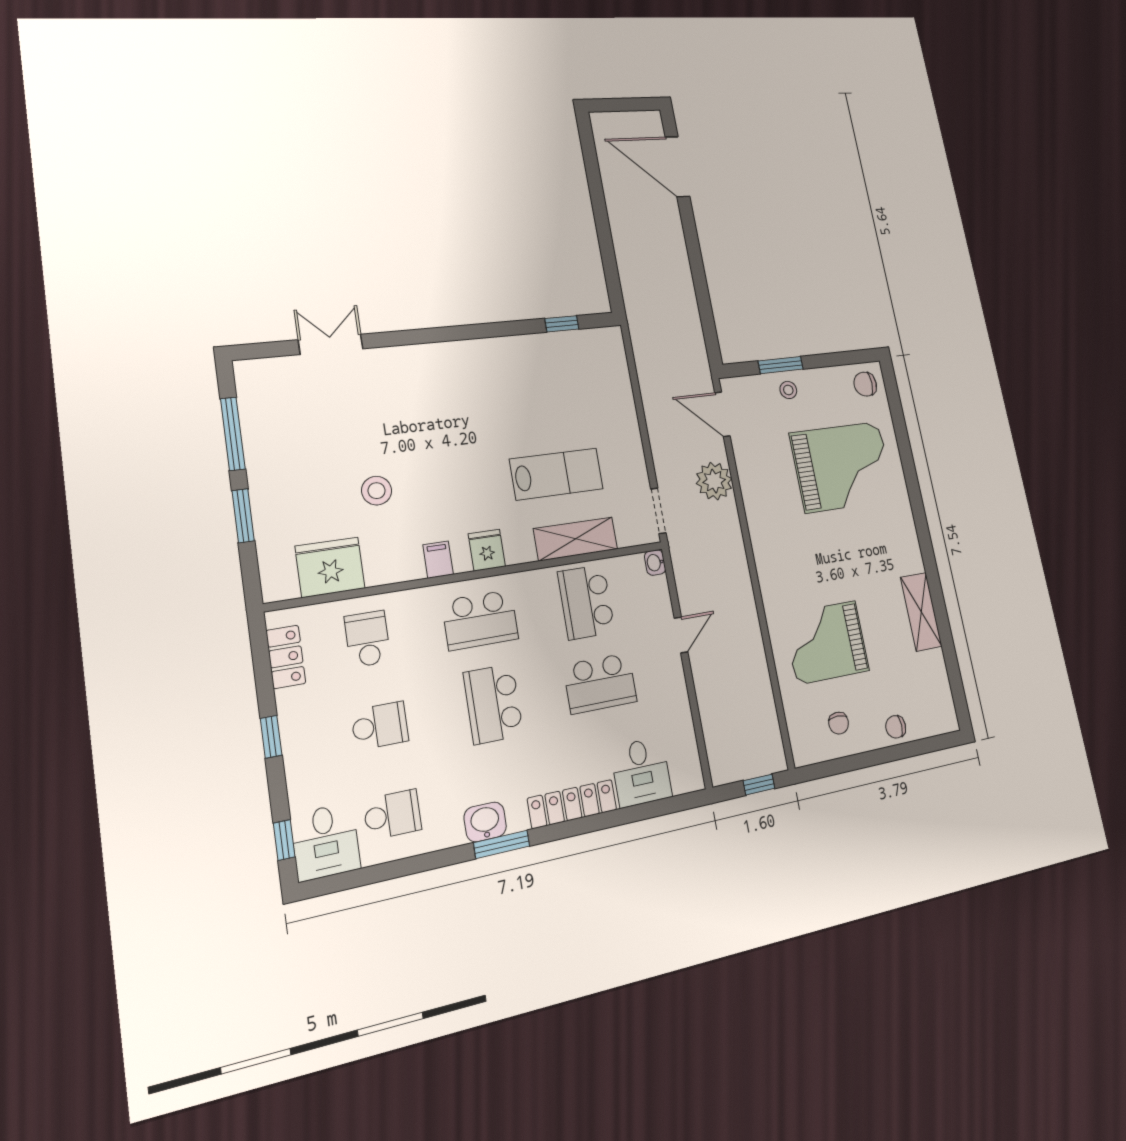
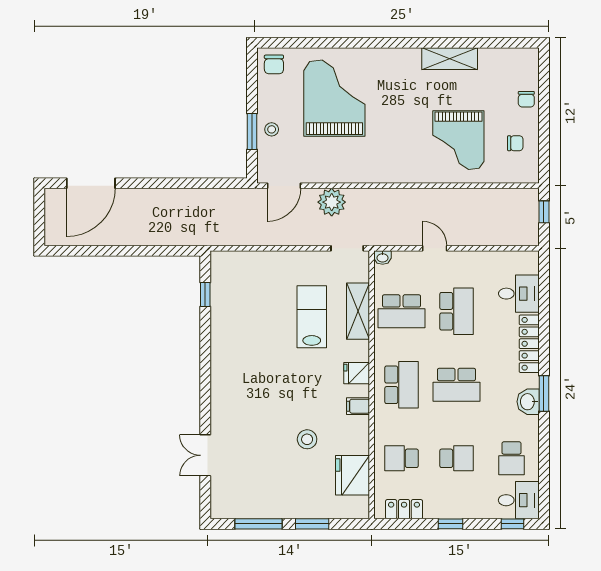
school desk: (380, 726) -> (456, 458), turned 90
school desk: (392, 815) -> (511, 458), turned 180

